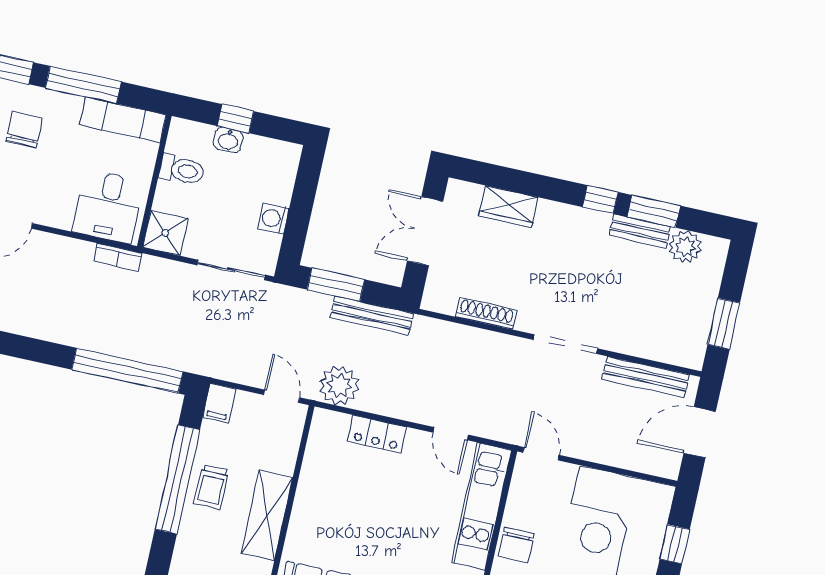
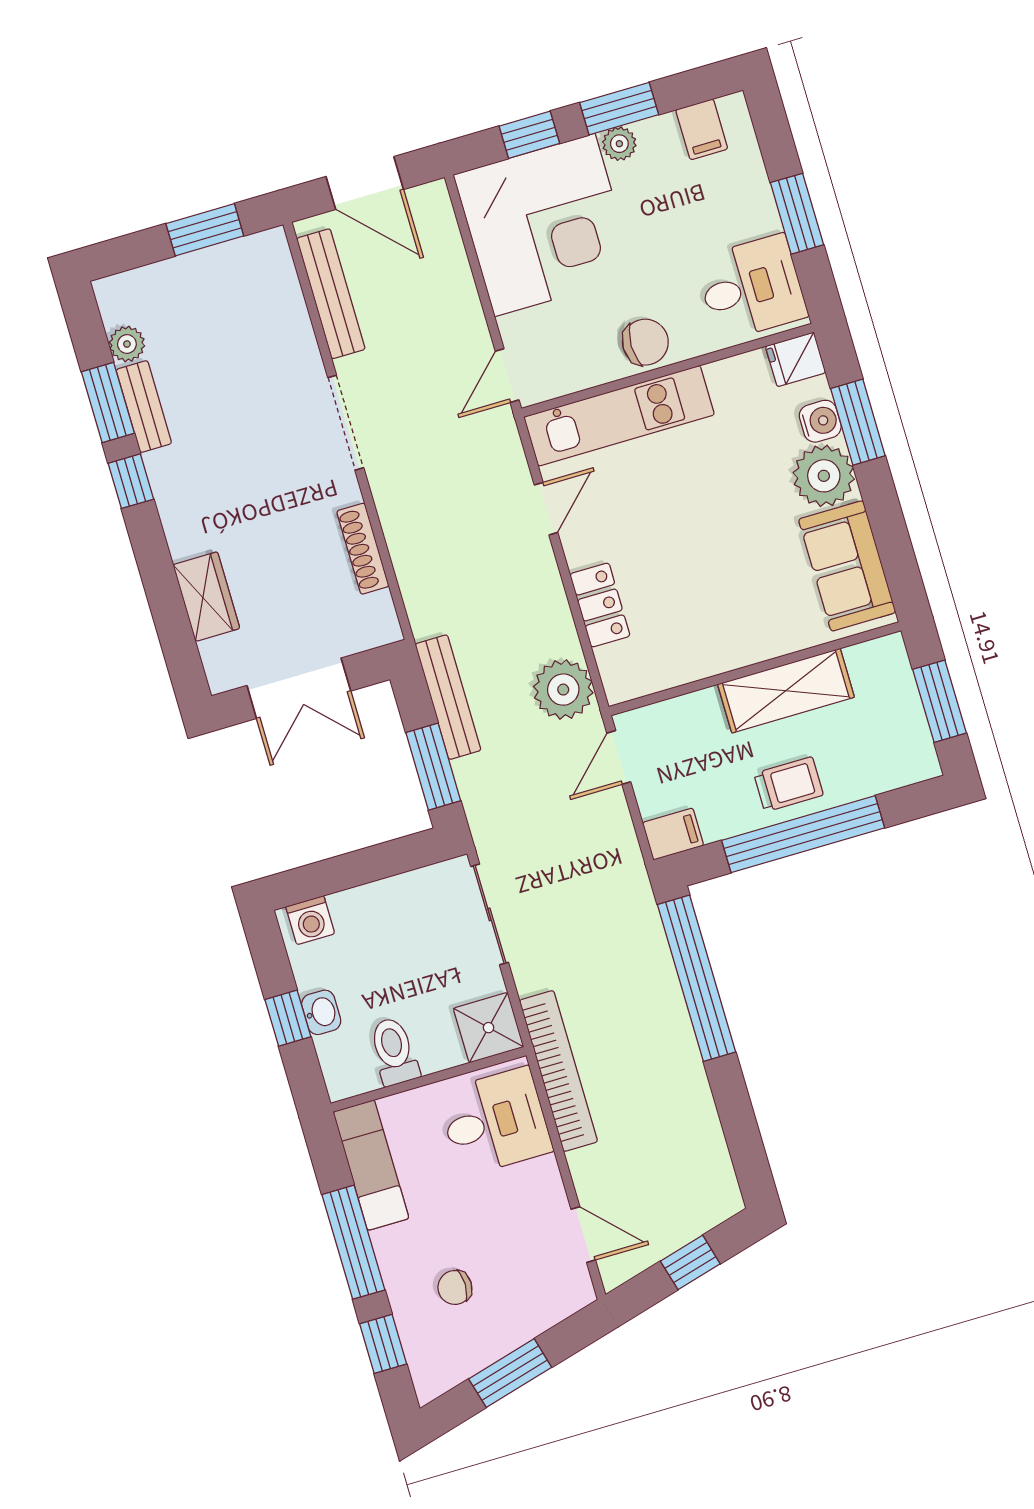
chair: (24, 130) -> (455, 1287), width x0.73, depth x0.73
washing machine: (273, 218) -> (310, 920), moved
plant: (685, 247) -> (127, 344), width x0.73, depth x0.73
bookcase: (118, 257) -> (558, 1071), width x2.31, depth x1.31

